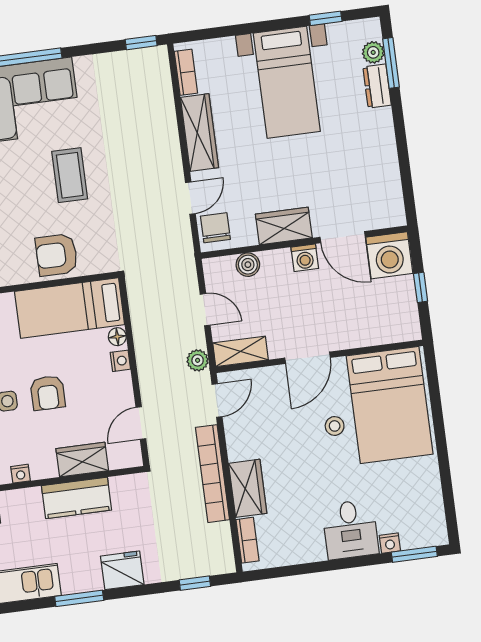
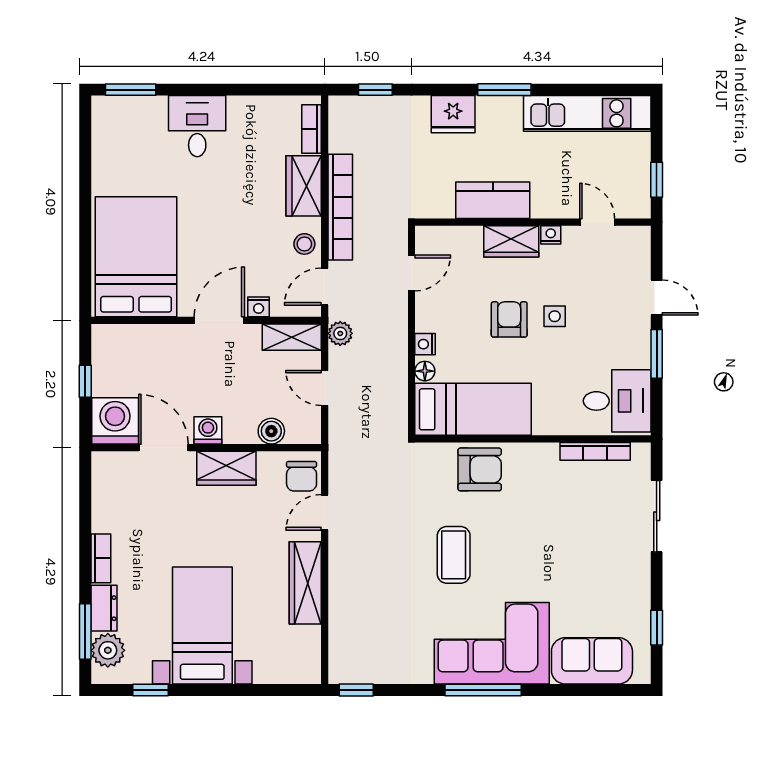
plant: (373, 52) -> (108, 650), width x1.38, depth x1.38
bookcase: (186, 72) -> (101, 558), moved, turned 180
stool: (335, 426) -> (304, 244), moved
wardrobe: (82, 460) -> (511, 241), moved
nightstand: (390, 543) -> (259, 307), moved, turned 180

